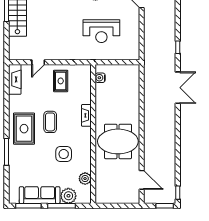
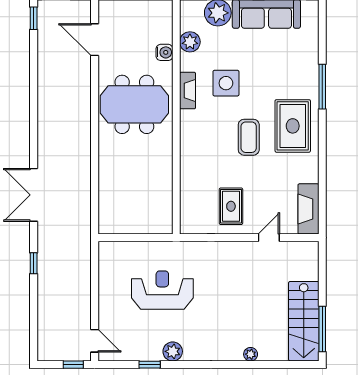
water cooler: (100, 78) -> (164, 52), moved
fireplace: (86, 115) -> (188, 91), moved

